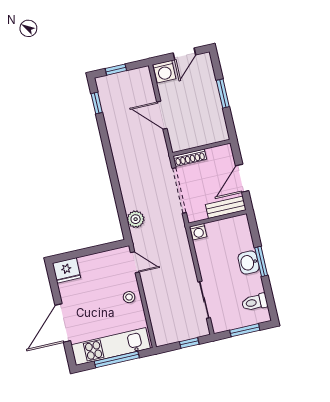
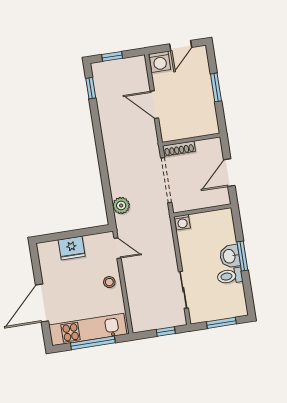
bench: (226, 207) -> (211, 200), removed
fridge: (67, 270) -> (72, 248), moved
toilet: (255, 302) -> (230, 276), moved

